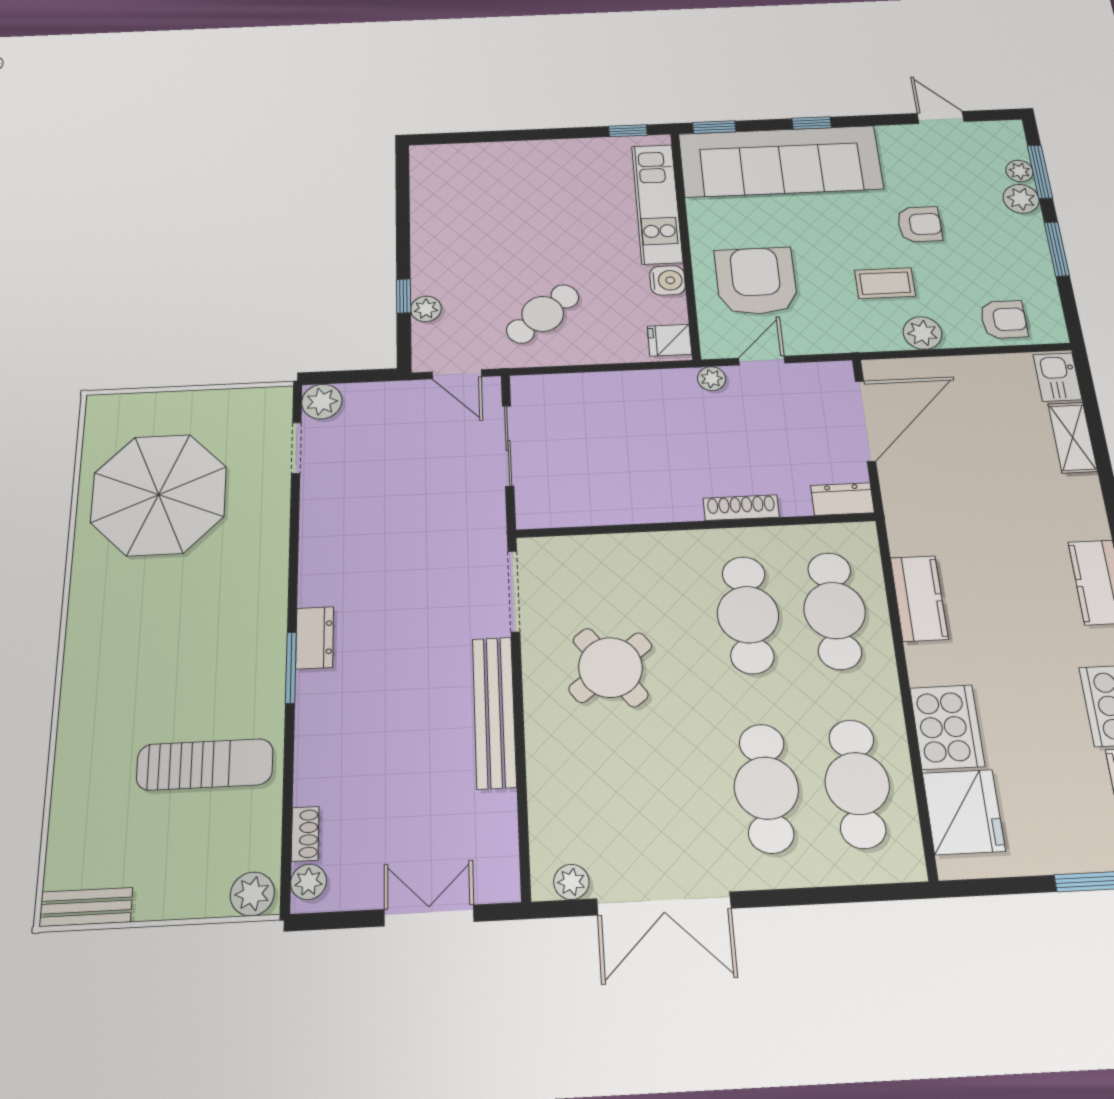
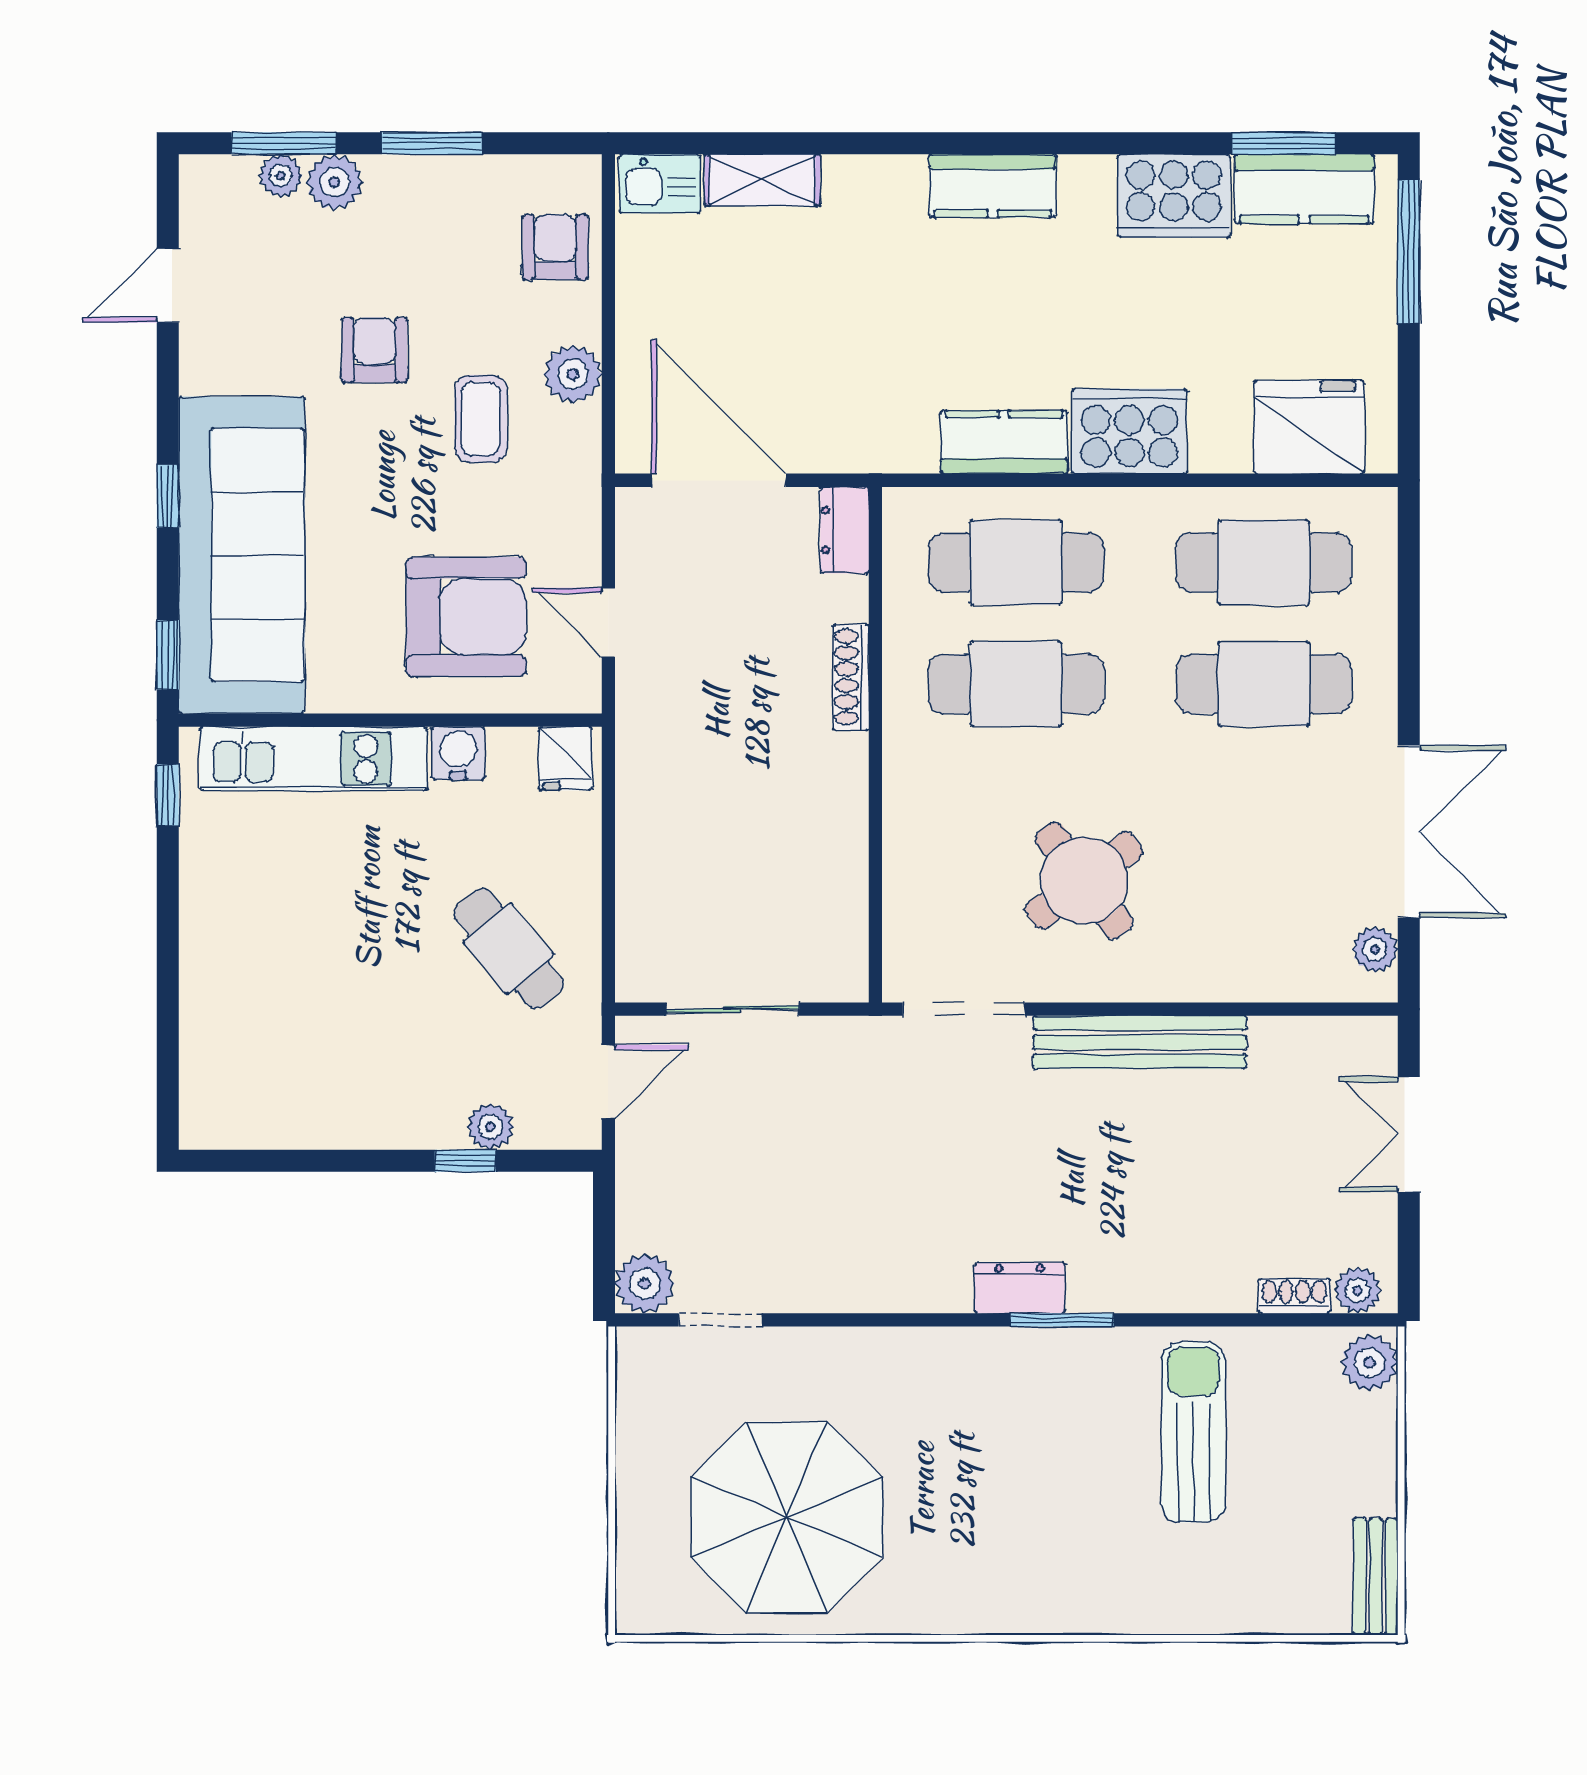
armchair: (756, 281) -> (466, 617), turned 180
plant: (712, 379) -> (636, 701), removed
cooker: (947, 727) -> (1129, 431), moved

